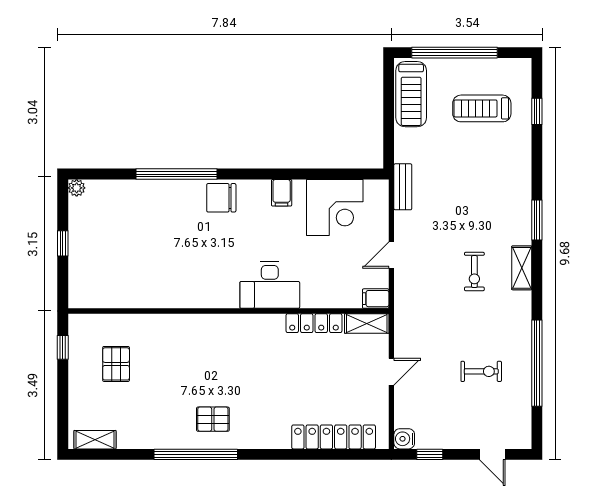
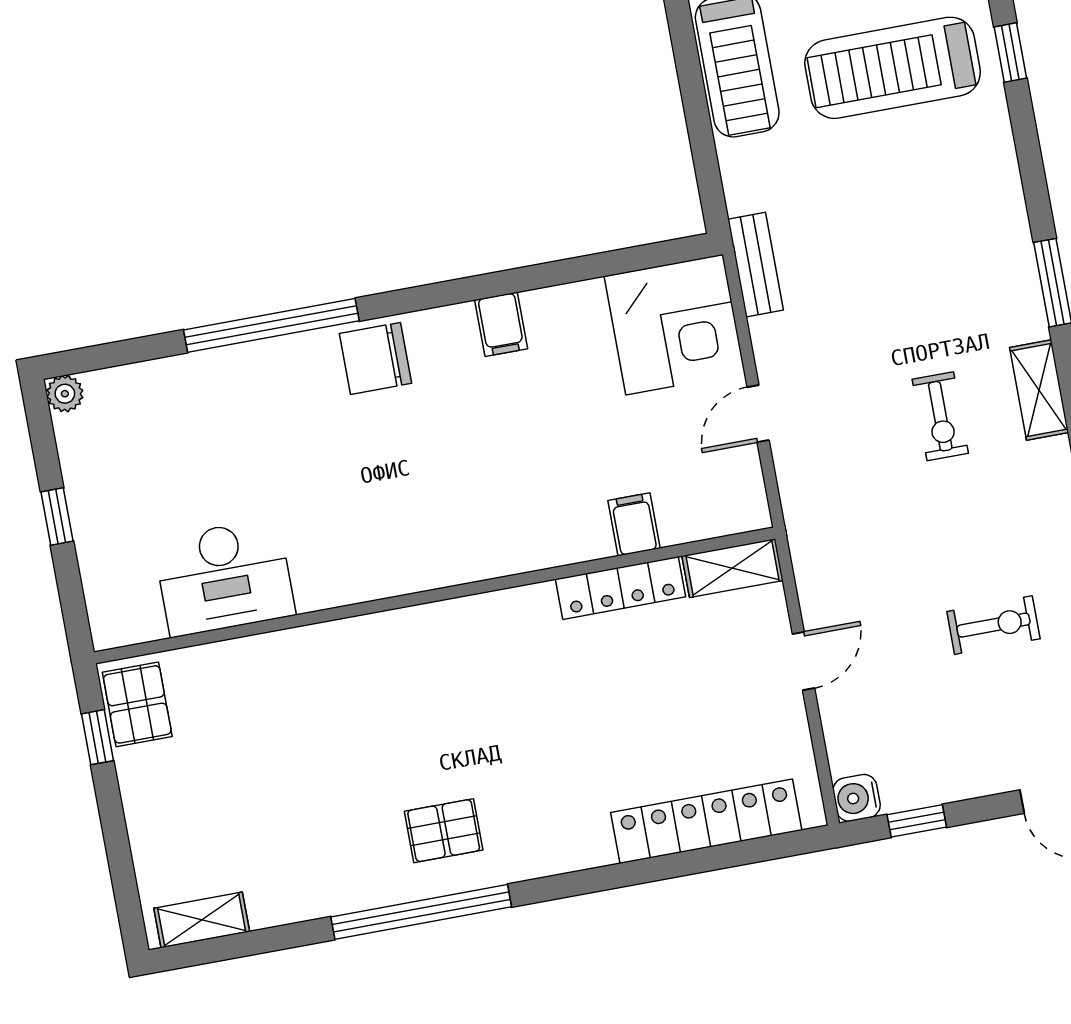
treadmill: (482, 108) -> (893, 68), width x1.37, depth x1.38
corner desk: (335, 207) -> (675, 325), moved
desk: (270, 285) -> (224, 577), moved
filing cabinet: (376, 299) -> (634, 524), moved, turned 90
pallet: (116, 364) -> (137, 704), moved

